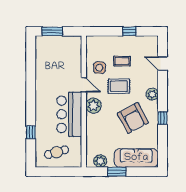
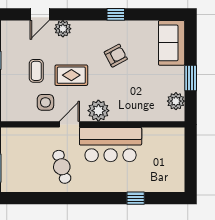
rug: (119, 86) -> (71, 75), turned 90
plant: (152, 94) -> (63, 29), moved
armchair: (133, 118) -> (116, 56), width x0.53, depth x0.53
cafe table: (57, 152) -> (62, 167), moved
sofa: (136, 158) -> (172, 43), width x0.73

